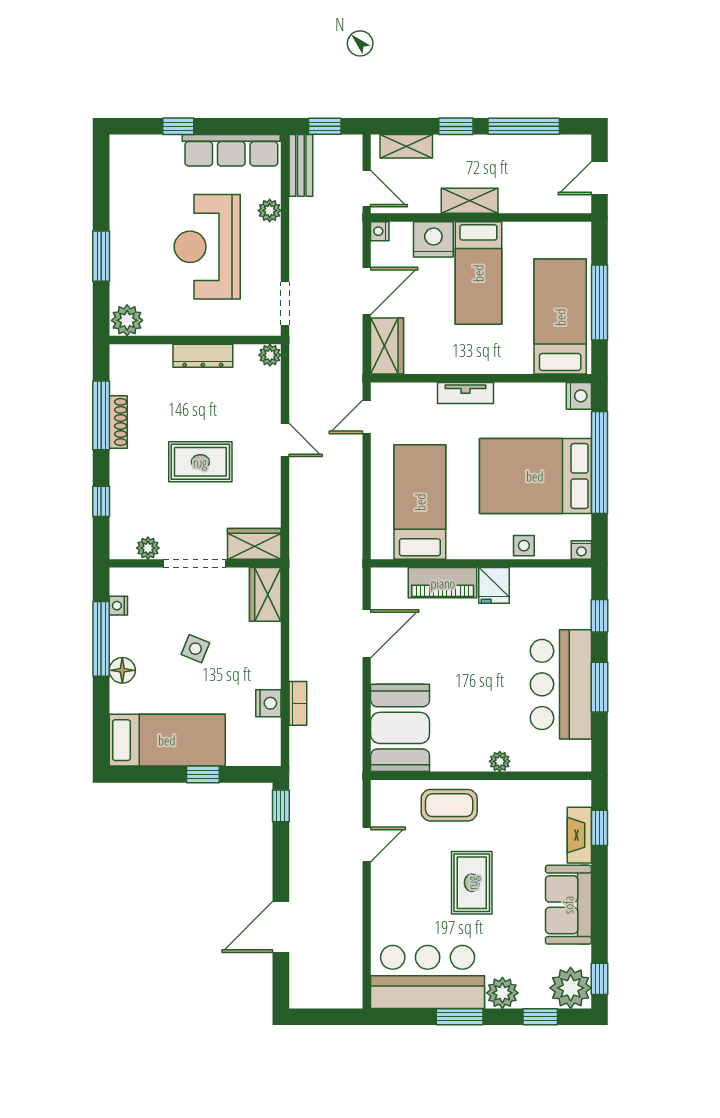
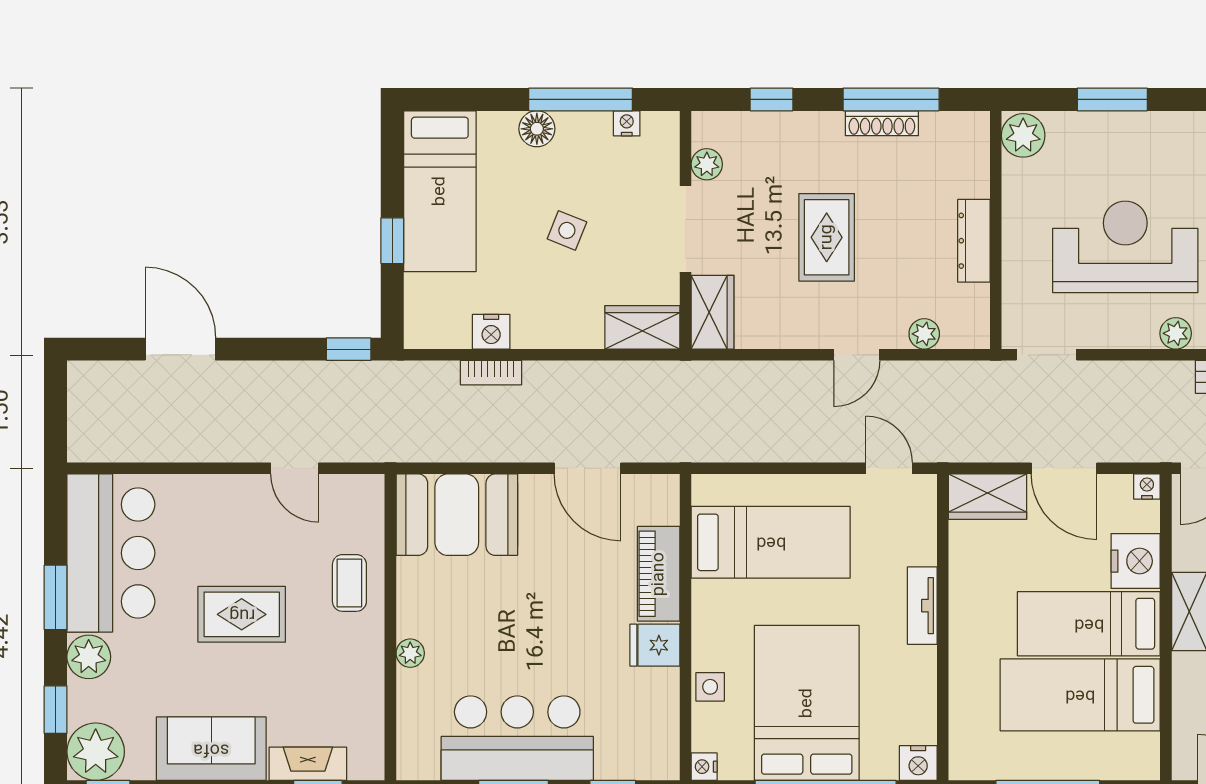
bed: (560, 317) -> (1080, 695), moved, turned 180
plant: (270, 355) -> (924, 334), moved
coffee table: (449, 805) -> (349, 583), width x0.73, depth x0.77

